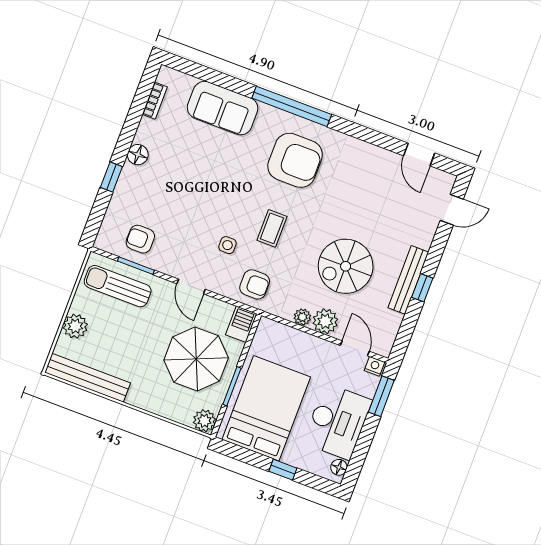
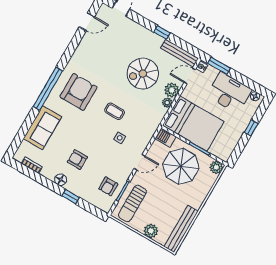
spiral stairs: (346, 266) -> (143, 74), turned 90
bench: (408, 280) -> (180, 53), moved
armchair: (255, 284) -> (77, 160), moved, turned -90
bed: (266, 408) -> (193, 124), moved, turned 180

